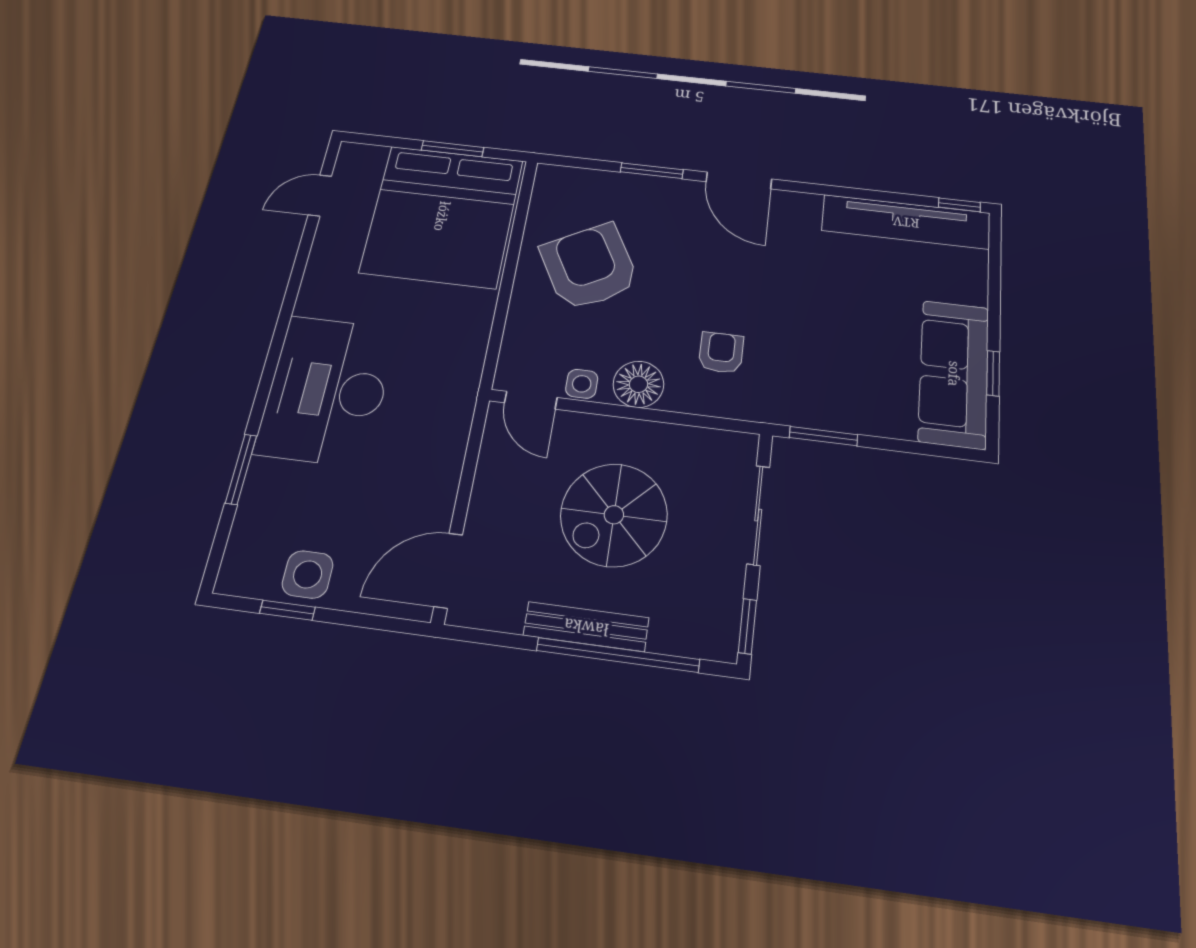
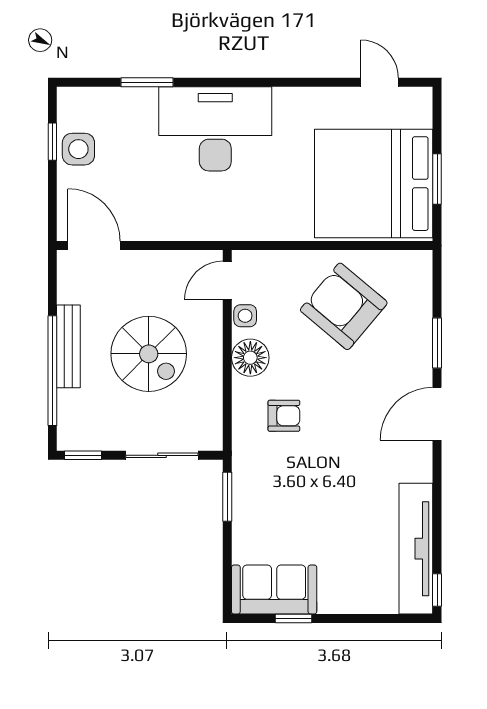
armchair: (589, 266) -> (344, 306), turned -111
sofa: (954, 374) -> (274, 589), width x0.73
spiral stairs: (614, 515) -> (149, 354), turned 180

